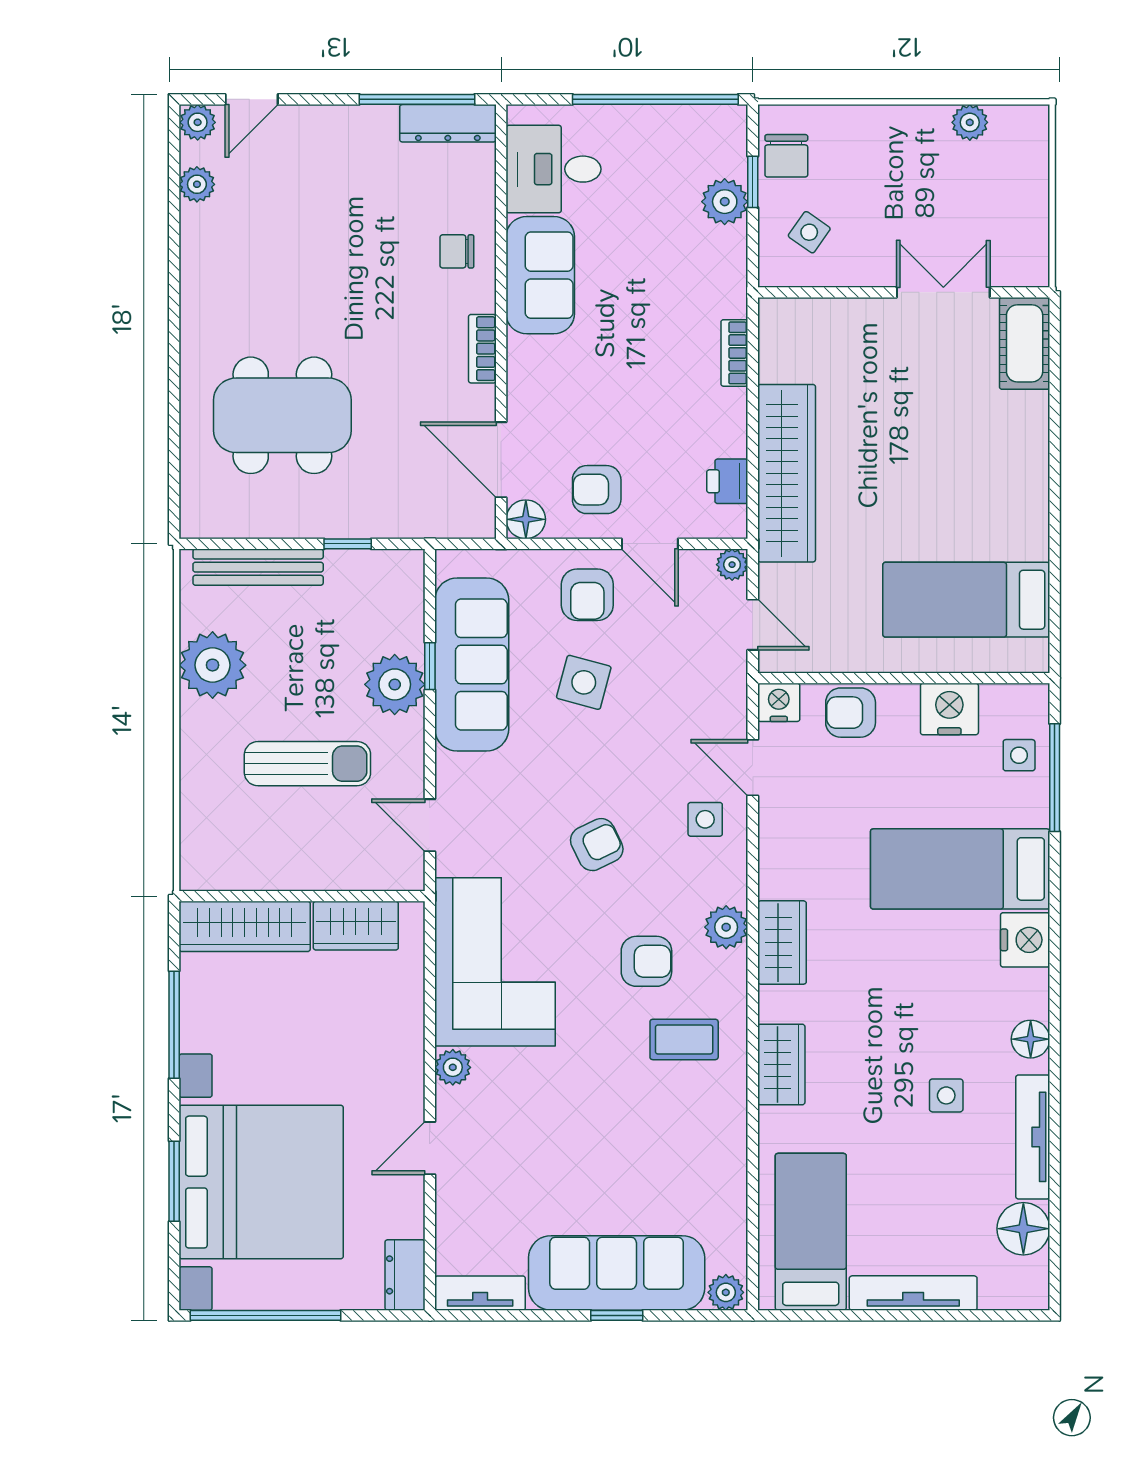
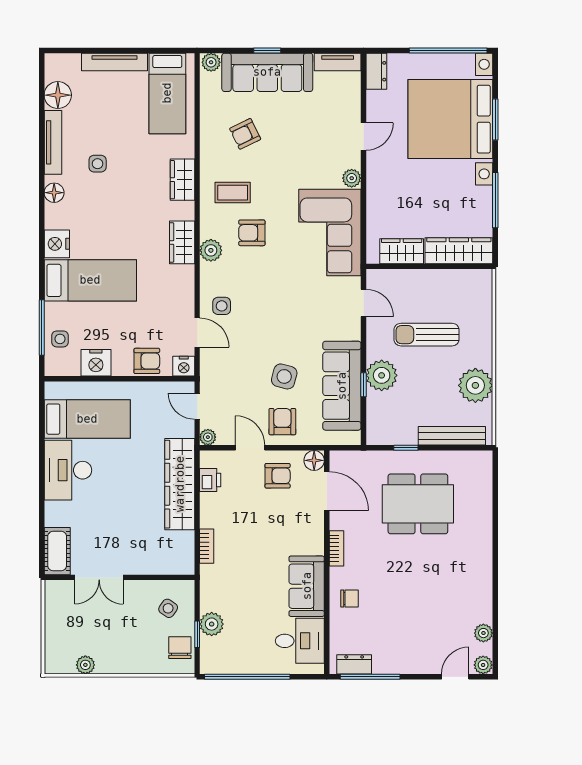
dresser: (448, 123) -> (354, 664), width x0.70
dining table: (282, 415) -> (418, 504), moved
desk: (1004, 500) -> (68, 470), added
armchair: (597, 845) -> (245, 134), moved

